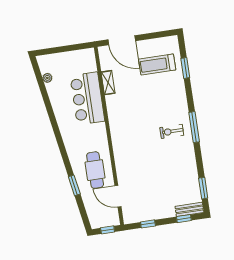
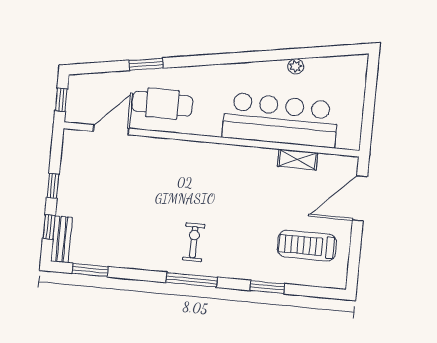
treadmill: (157, 64) -> (307, 246), turned -90
window: (185, 68) -> (267, 287), moved
plant: (47, 78) -> (296, 66), moved
bar counter: (87, 98) -> (280, 120), width x1.36
window: (148, 224) -> (53, 186), moved

